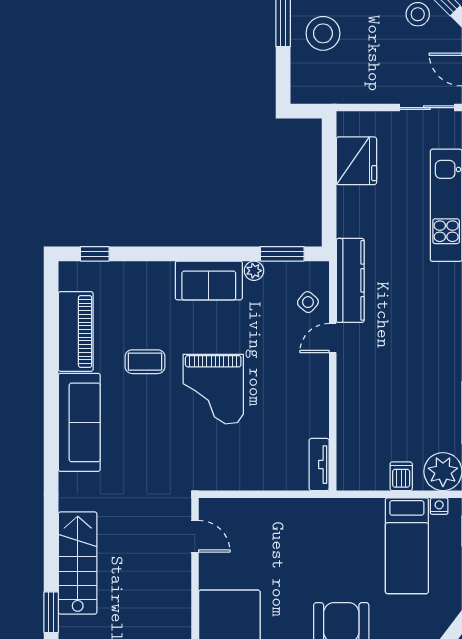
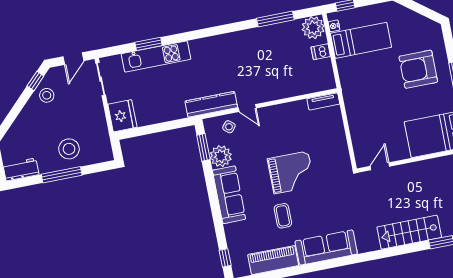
fridge: (356, 161) -> (122, 116), moved, turned 90
plant: (254, 271) -> (221, 156), width x1.87, depth x1.87
sofa: (209, 280) -> (229, 195), width x1.36

